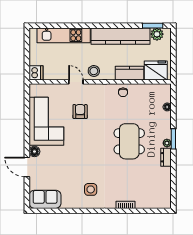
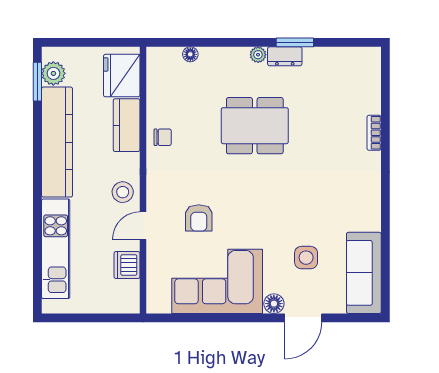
dishwasher: (36, 73) -> (127, 265), moved, turned -90
armchair: (80, 112) -> (199, 218), turned -90
window: (173, 139) -> (295, 42), moved
side table: (91, 189) -> (306, 258), moved
sofa: (45, 199) -> (364, 273), width x1.36

